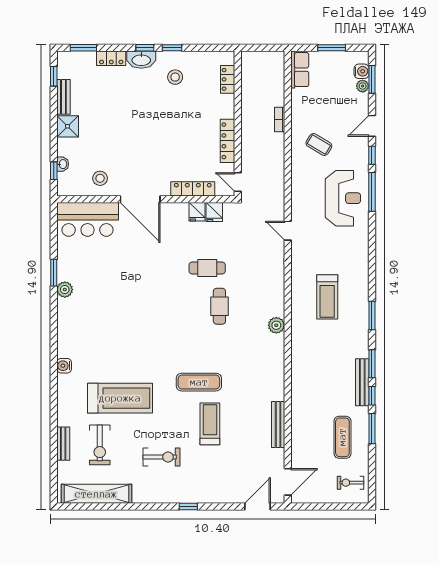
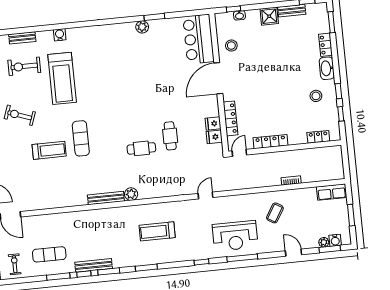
window: (145, 48) -> (341, 114), moved
window: (372, 155) -> (202, 262), moved
water cooler: (64, 366) -> (60, 35), moved
bench: (278, 425) -> (106, 198), moved
exercise bike: (161, 457) -> (20, 115), turned 110

